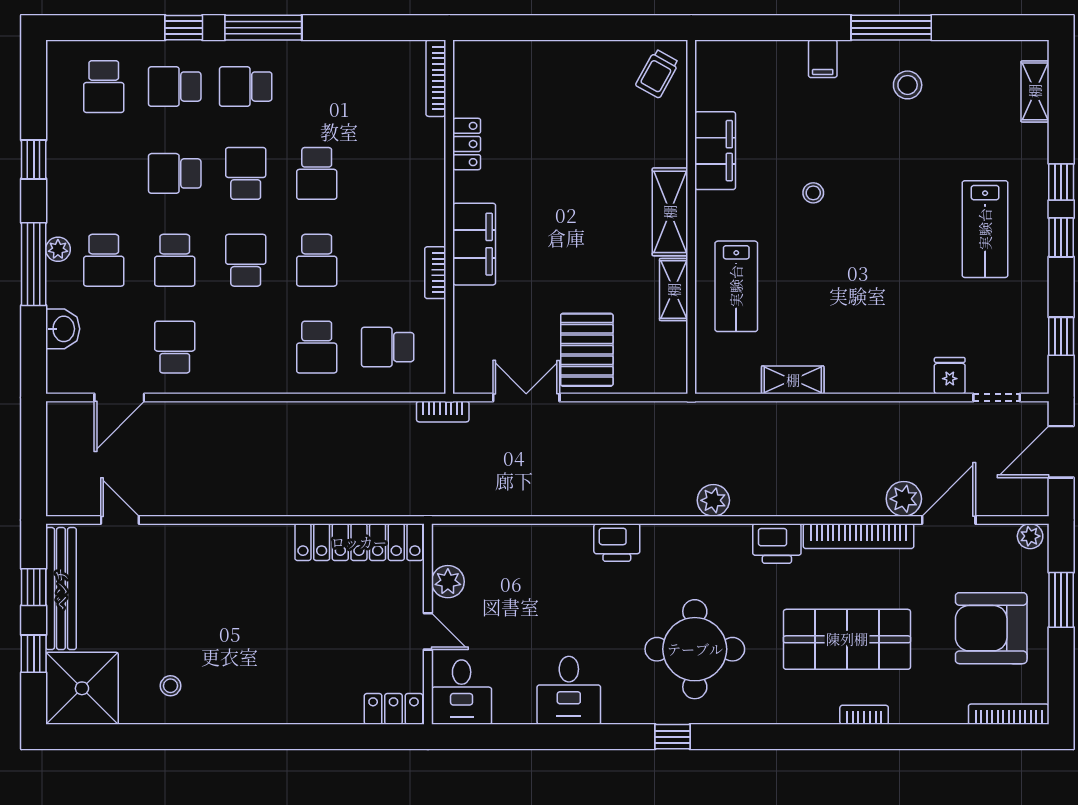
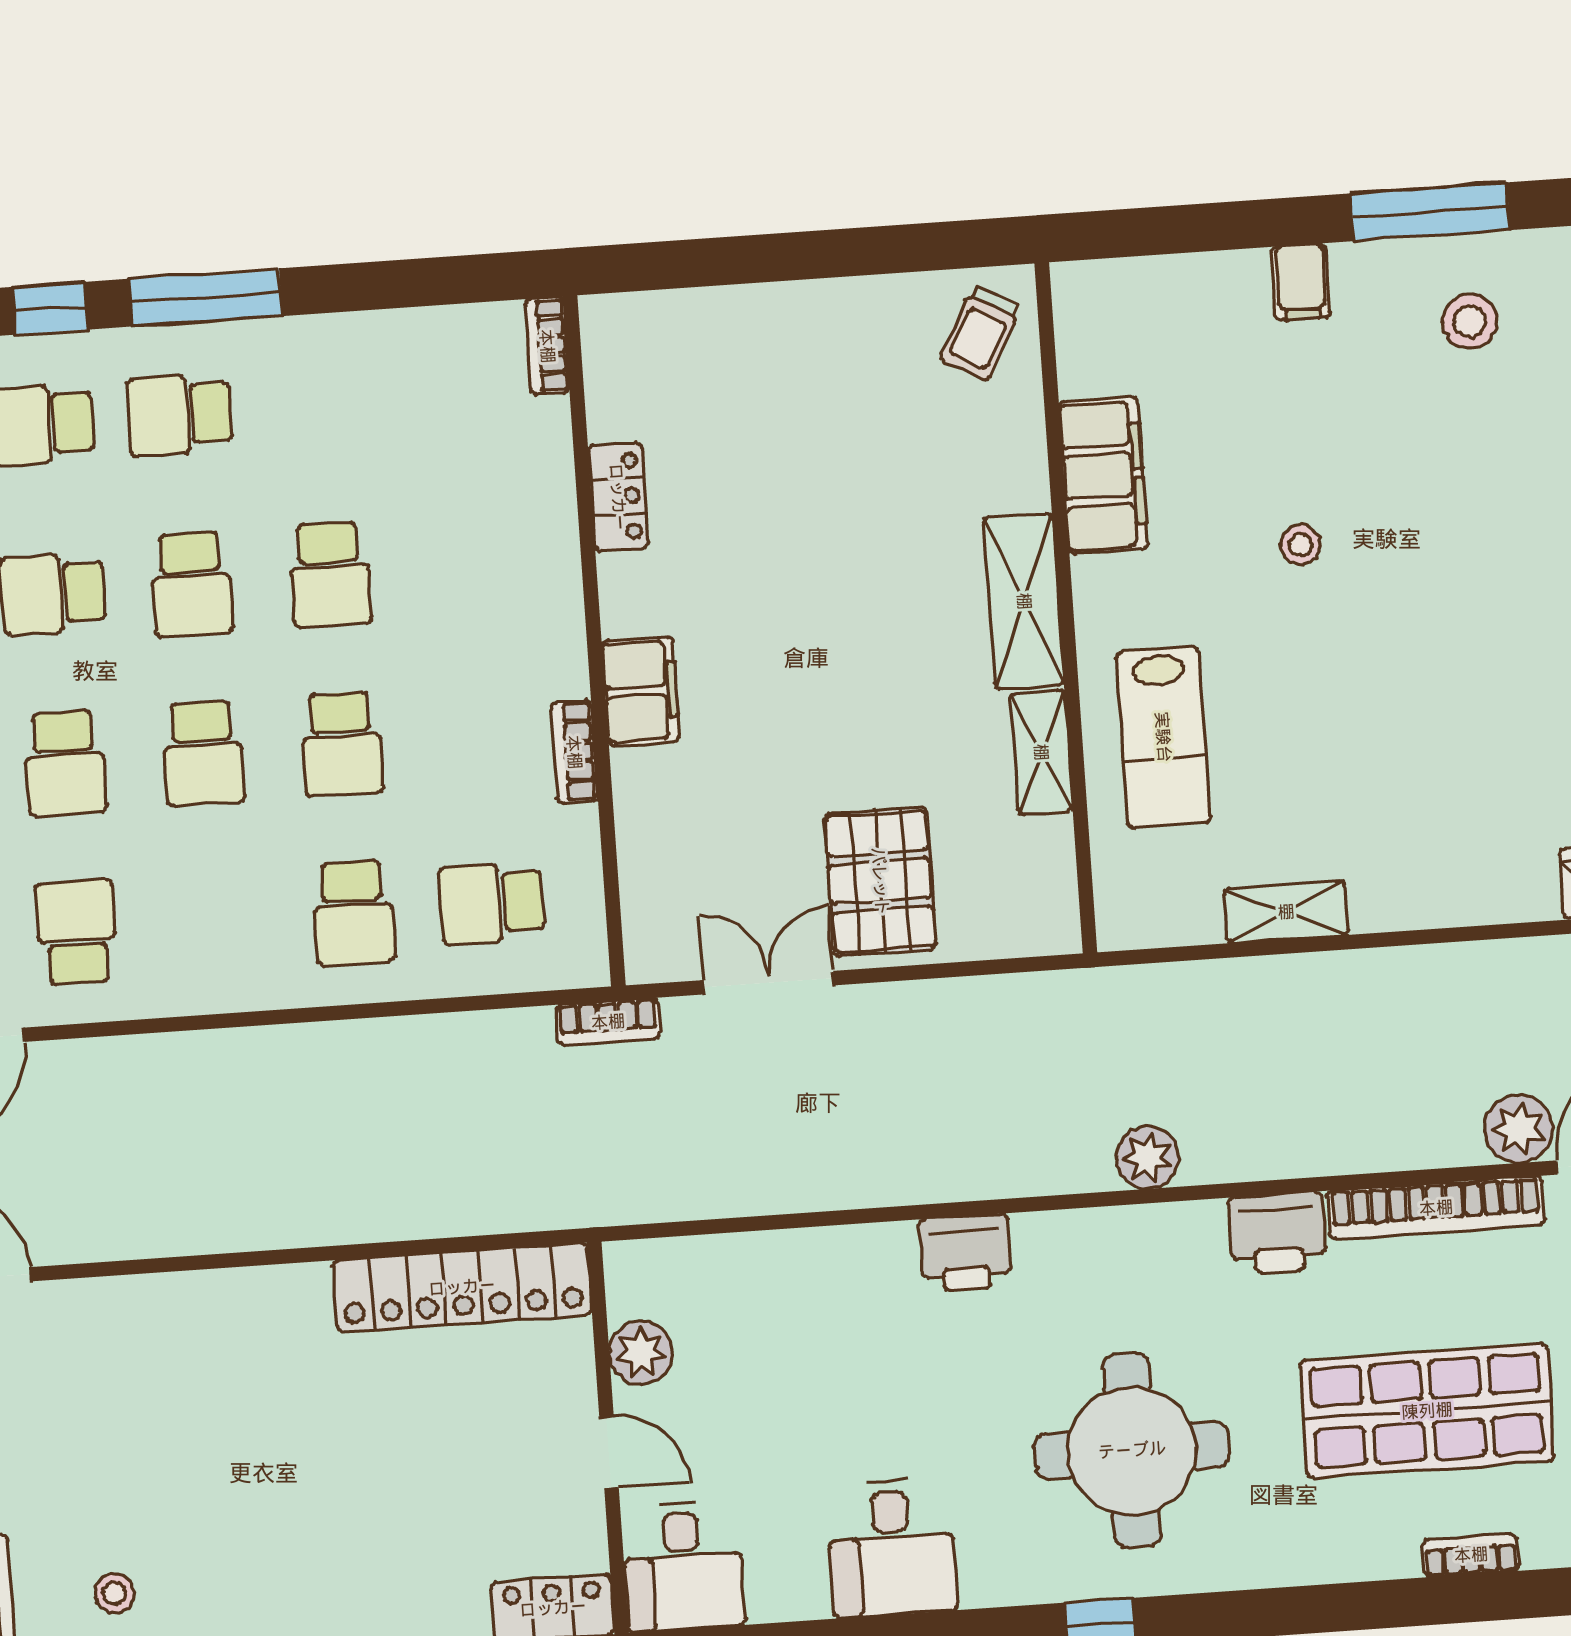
bookcase: (436, 78) -> (547, 346), width x0.64
school desk: (246, 173) -> (191, 584), turned 180
filing cabinet: (474, 244) -> (641, 691), width x0.67, depth x0.86
school desk: (246, 260) -> (203, 753), turned 180

